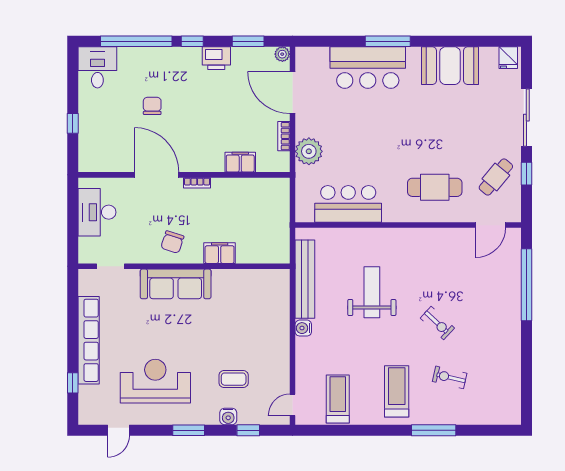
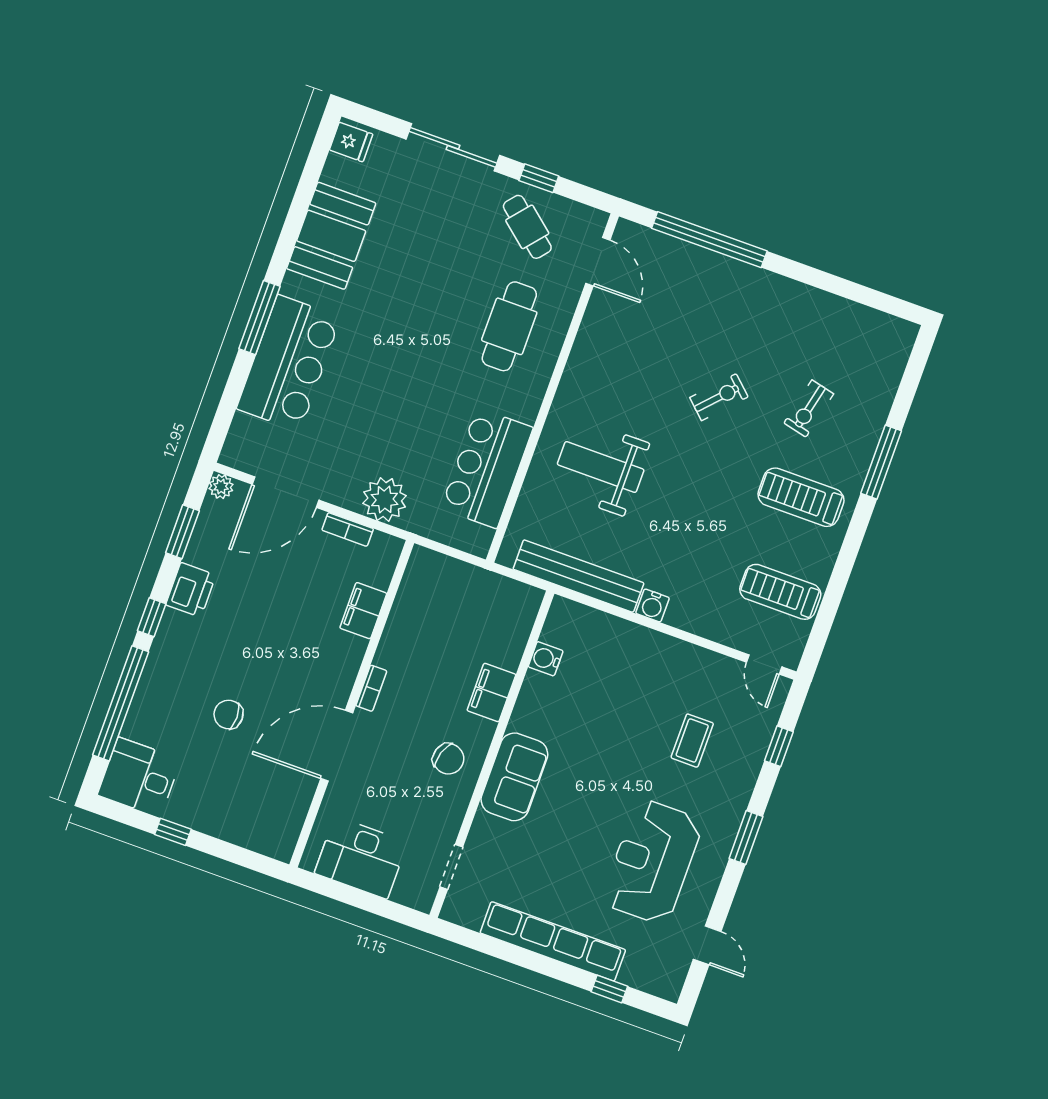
window: (73, 123) -> (173, 832), moved
sofa: (176, 284) -> (514, 777), width x0.73
weight bench: (372, 292) -> (601, 467), moved
water cooler: (228, 416) -> (546, 659), moved, turned 180

